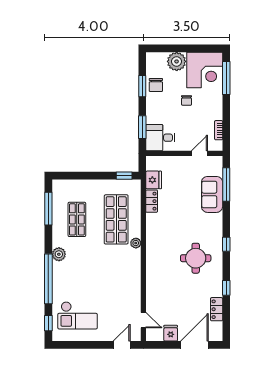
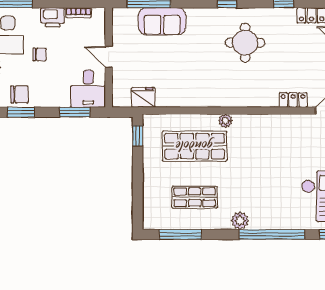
printer: (215, 110) -> (53, 17), added
door: (199, 153) -> (109, 57), moved
locker: (152, 201) -> (293, 100), moved

